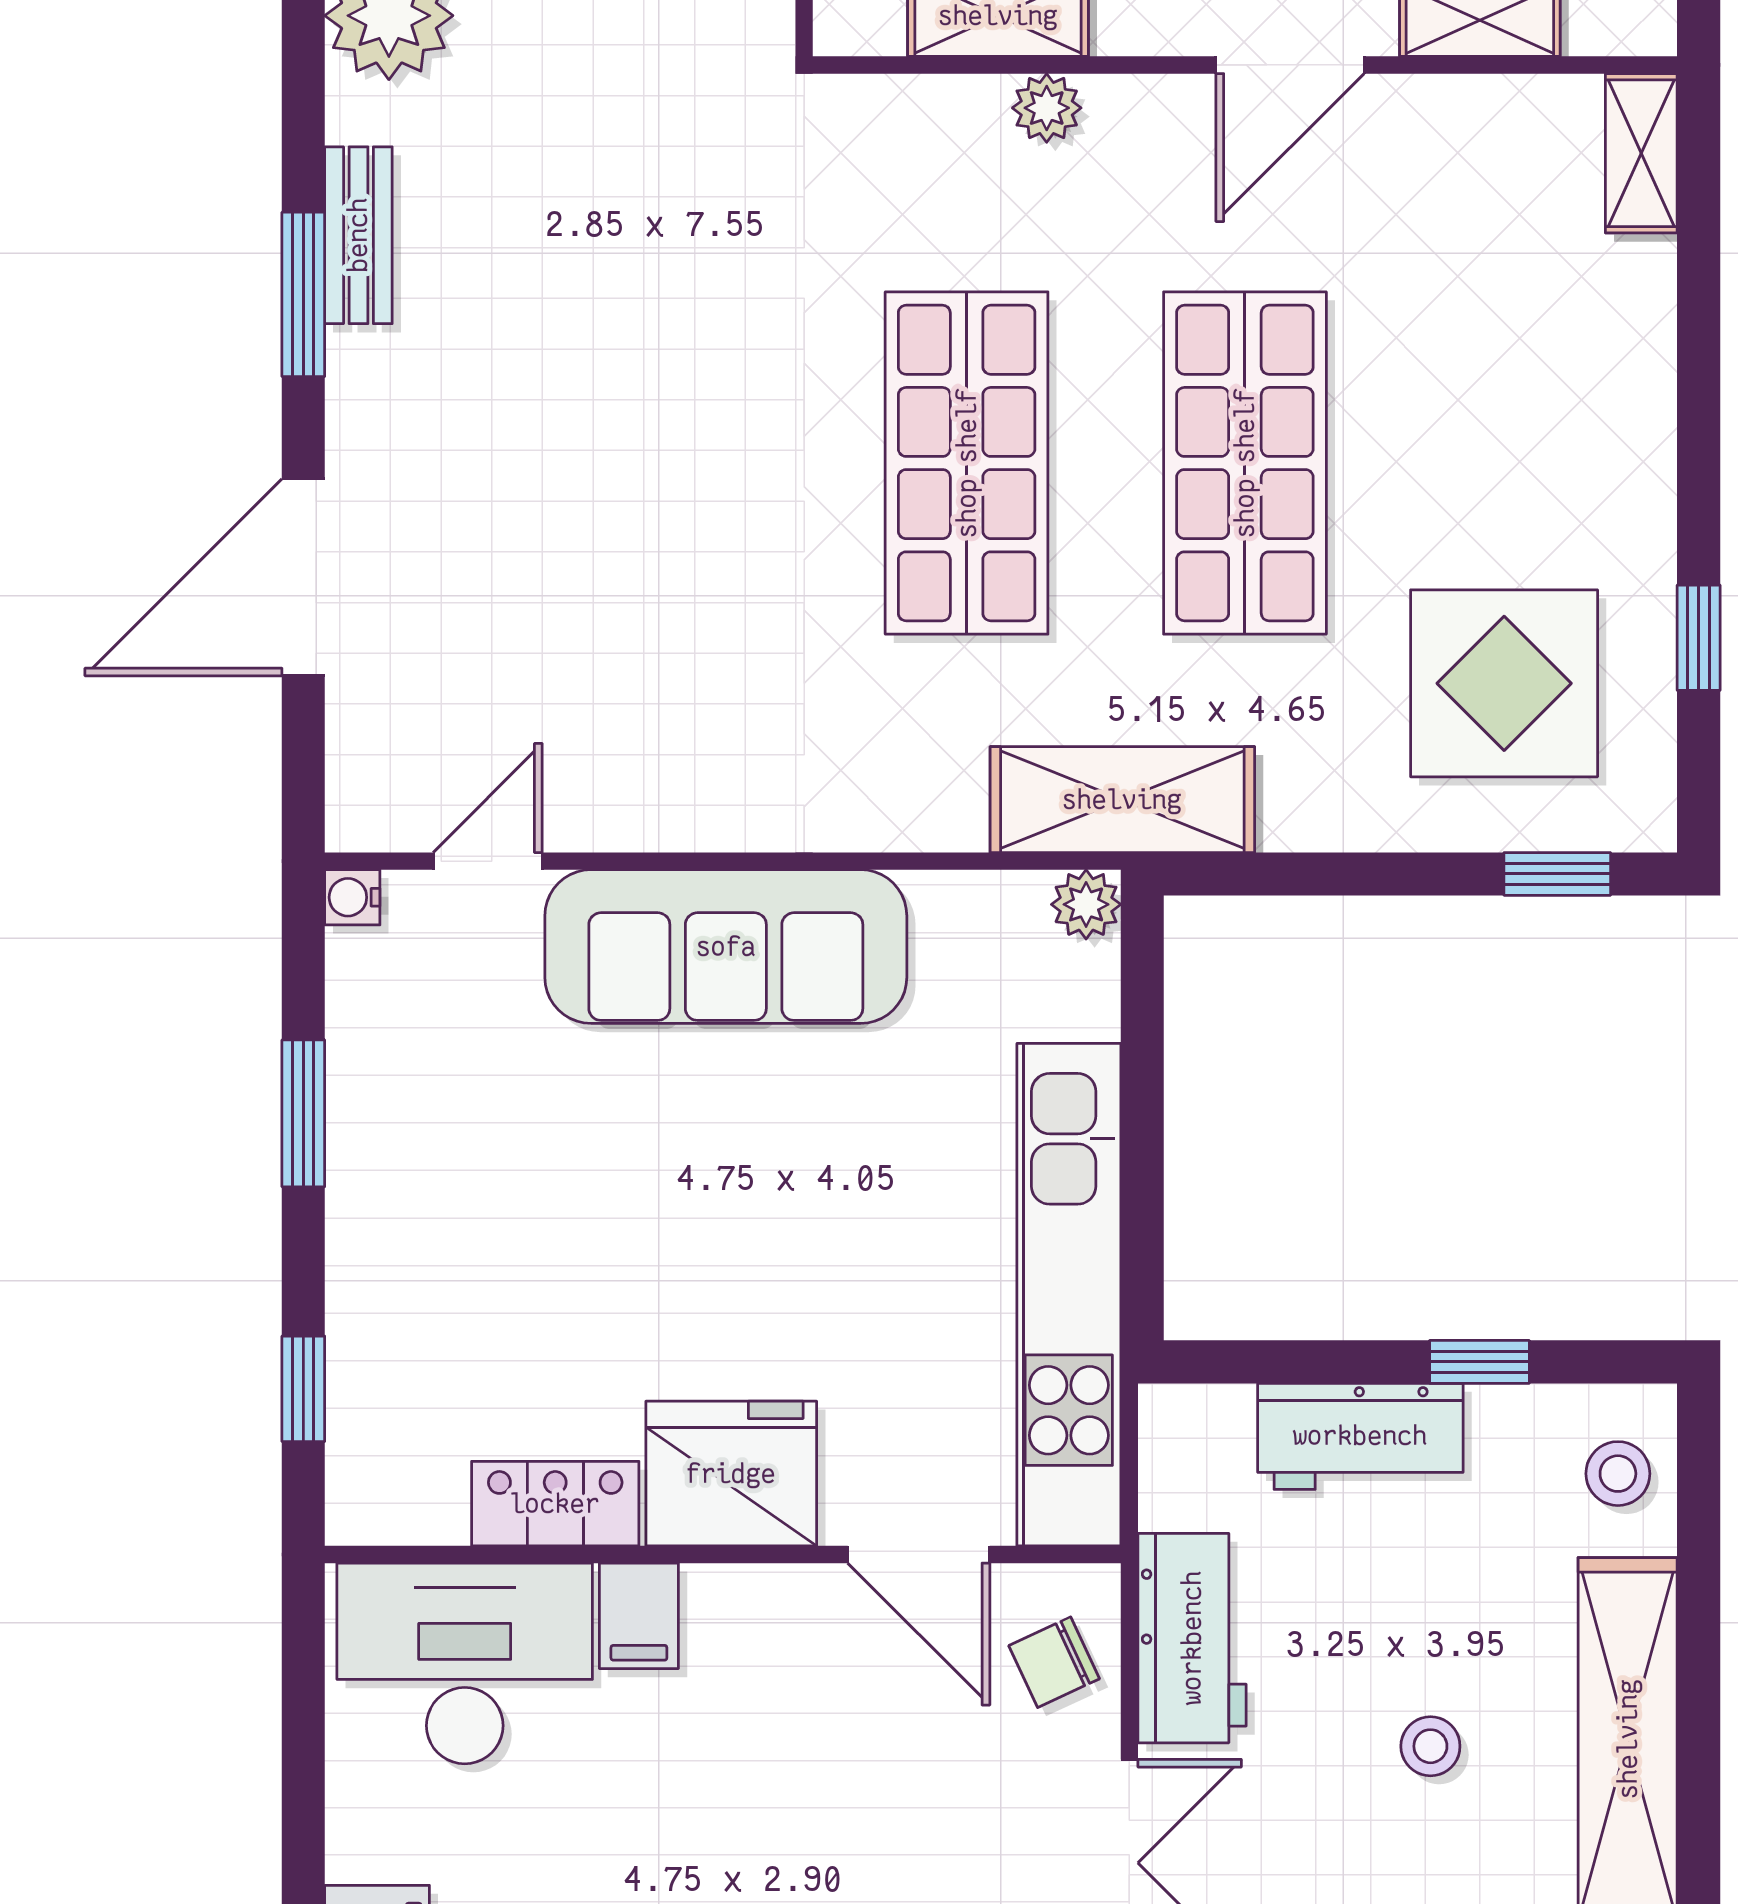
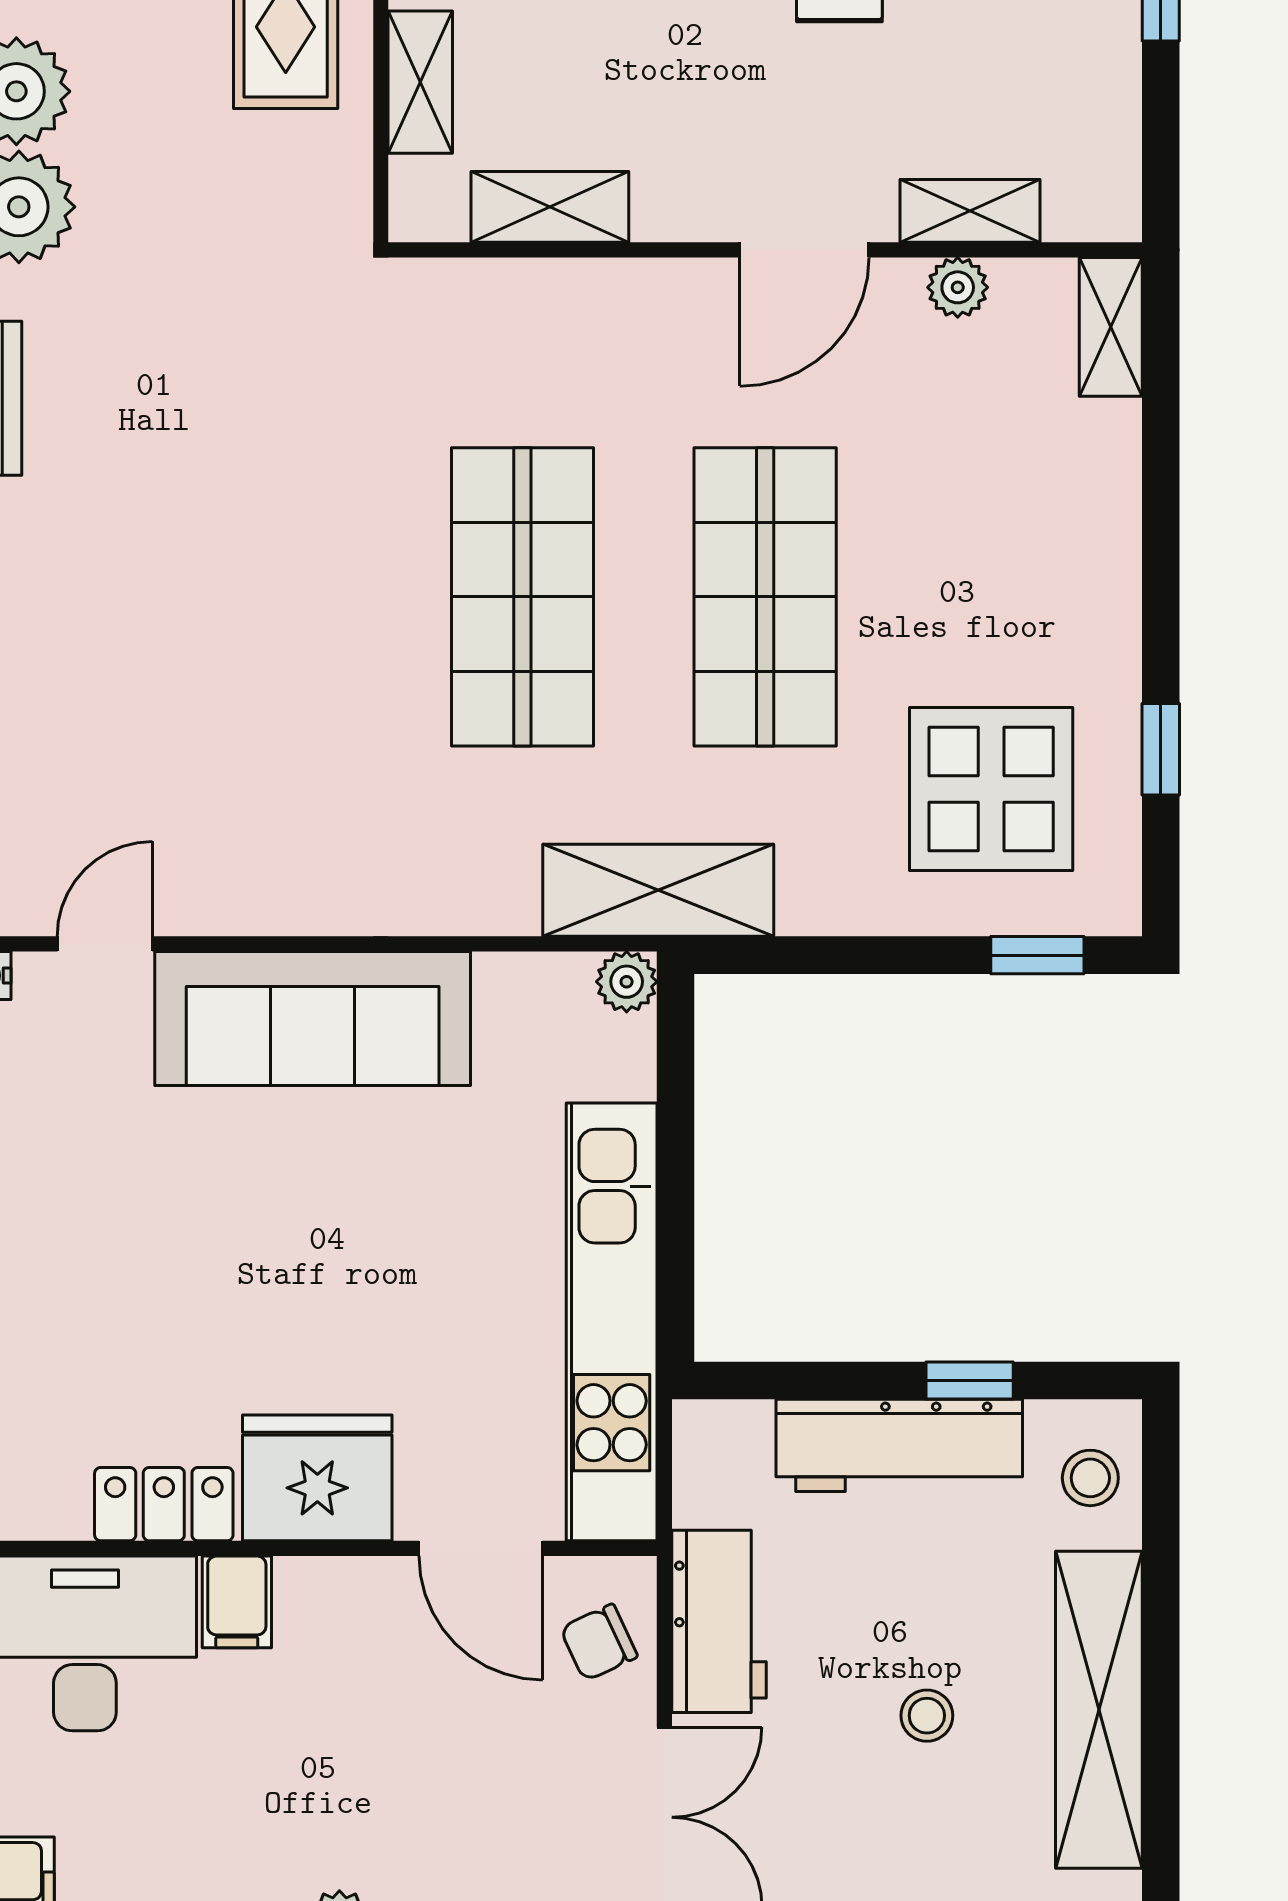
plant: (1047, 108) -> (958, 287), moved
workbench: (1360, 1436) -> (899, 1445), width x1.38

